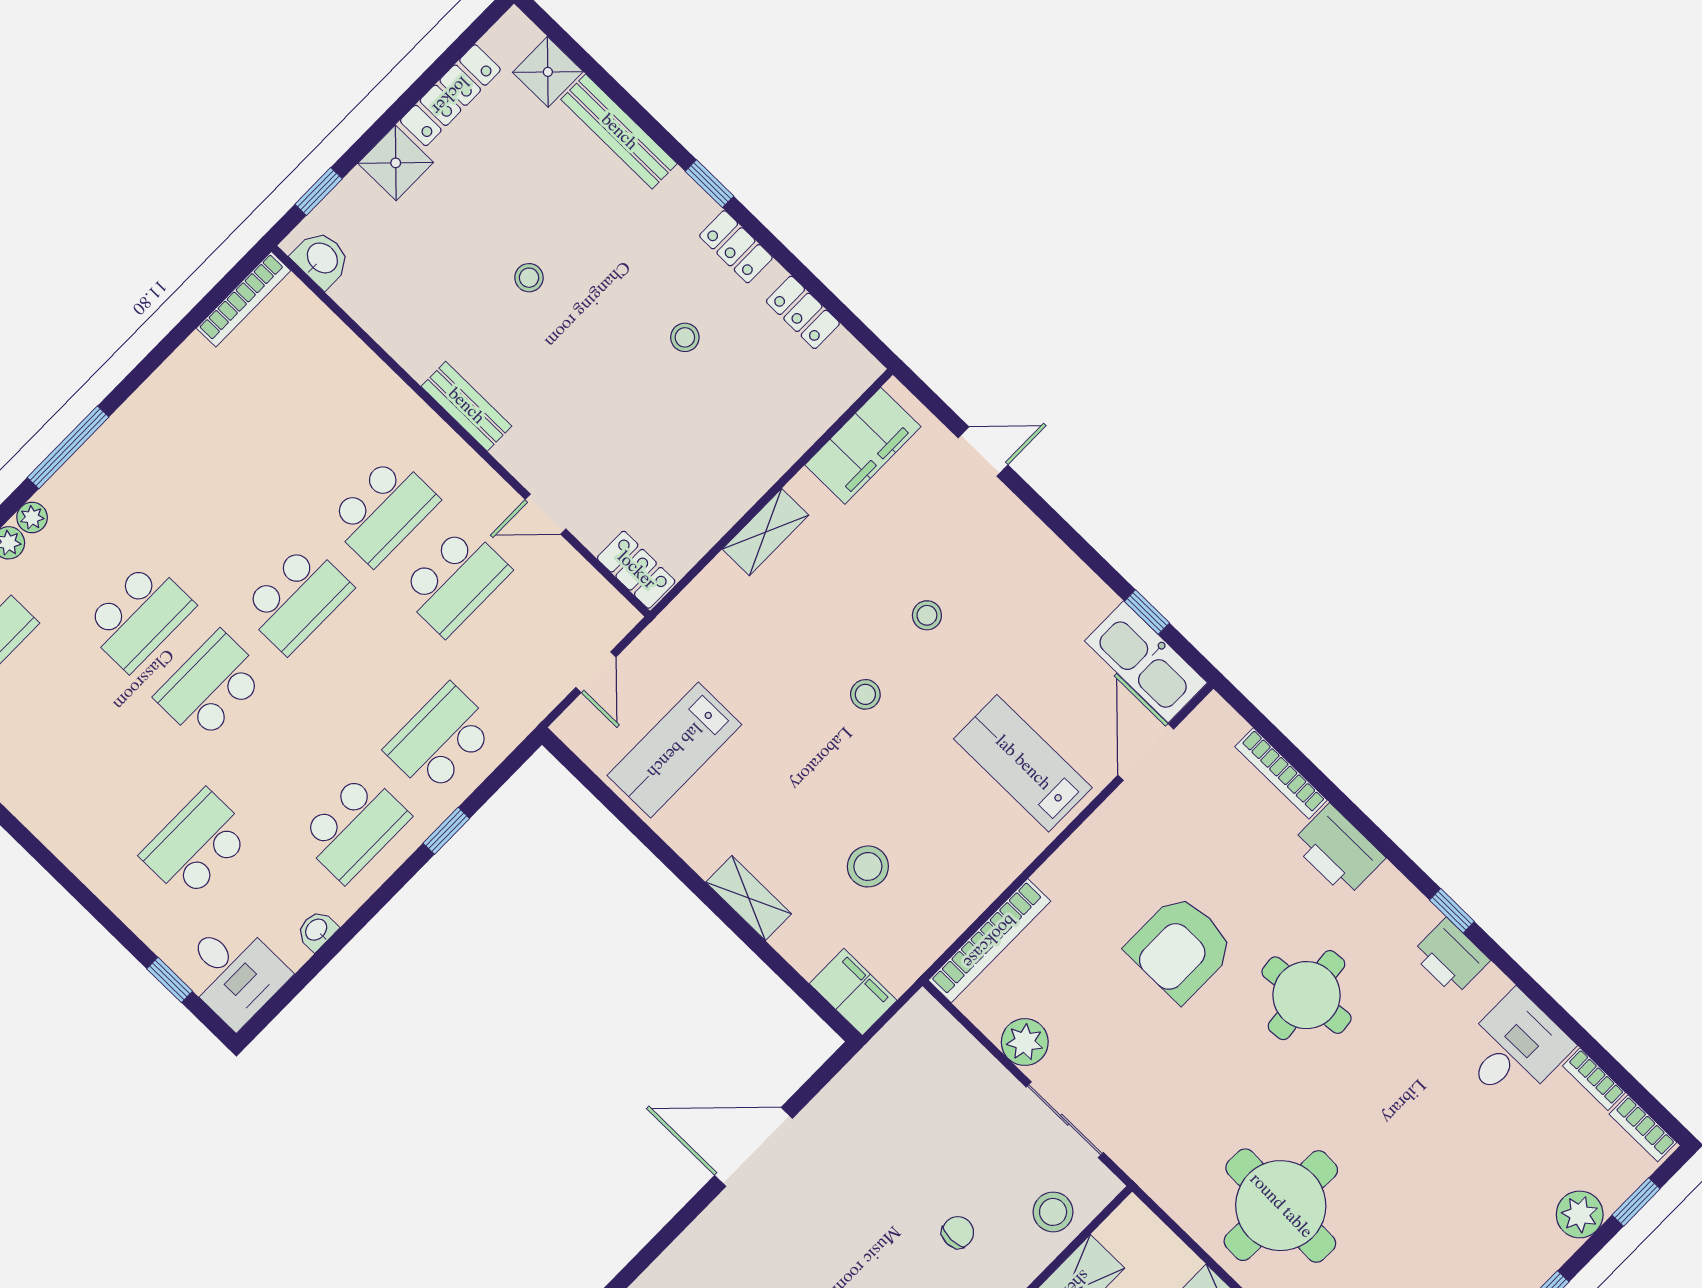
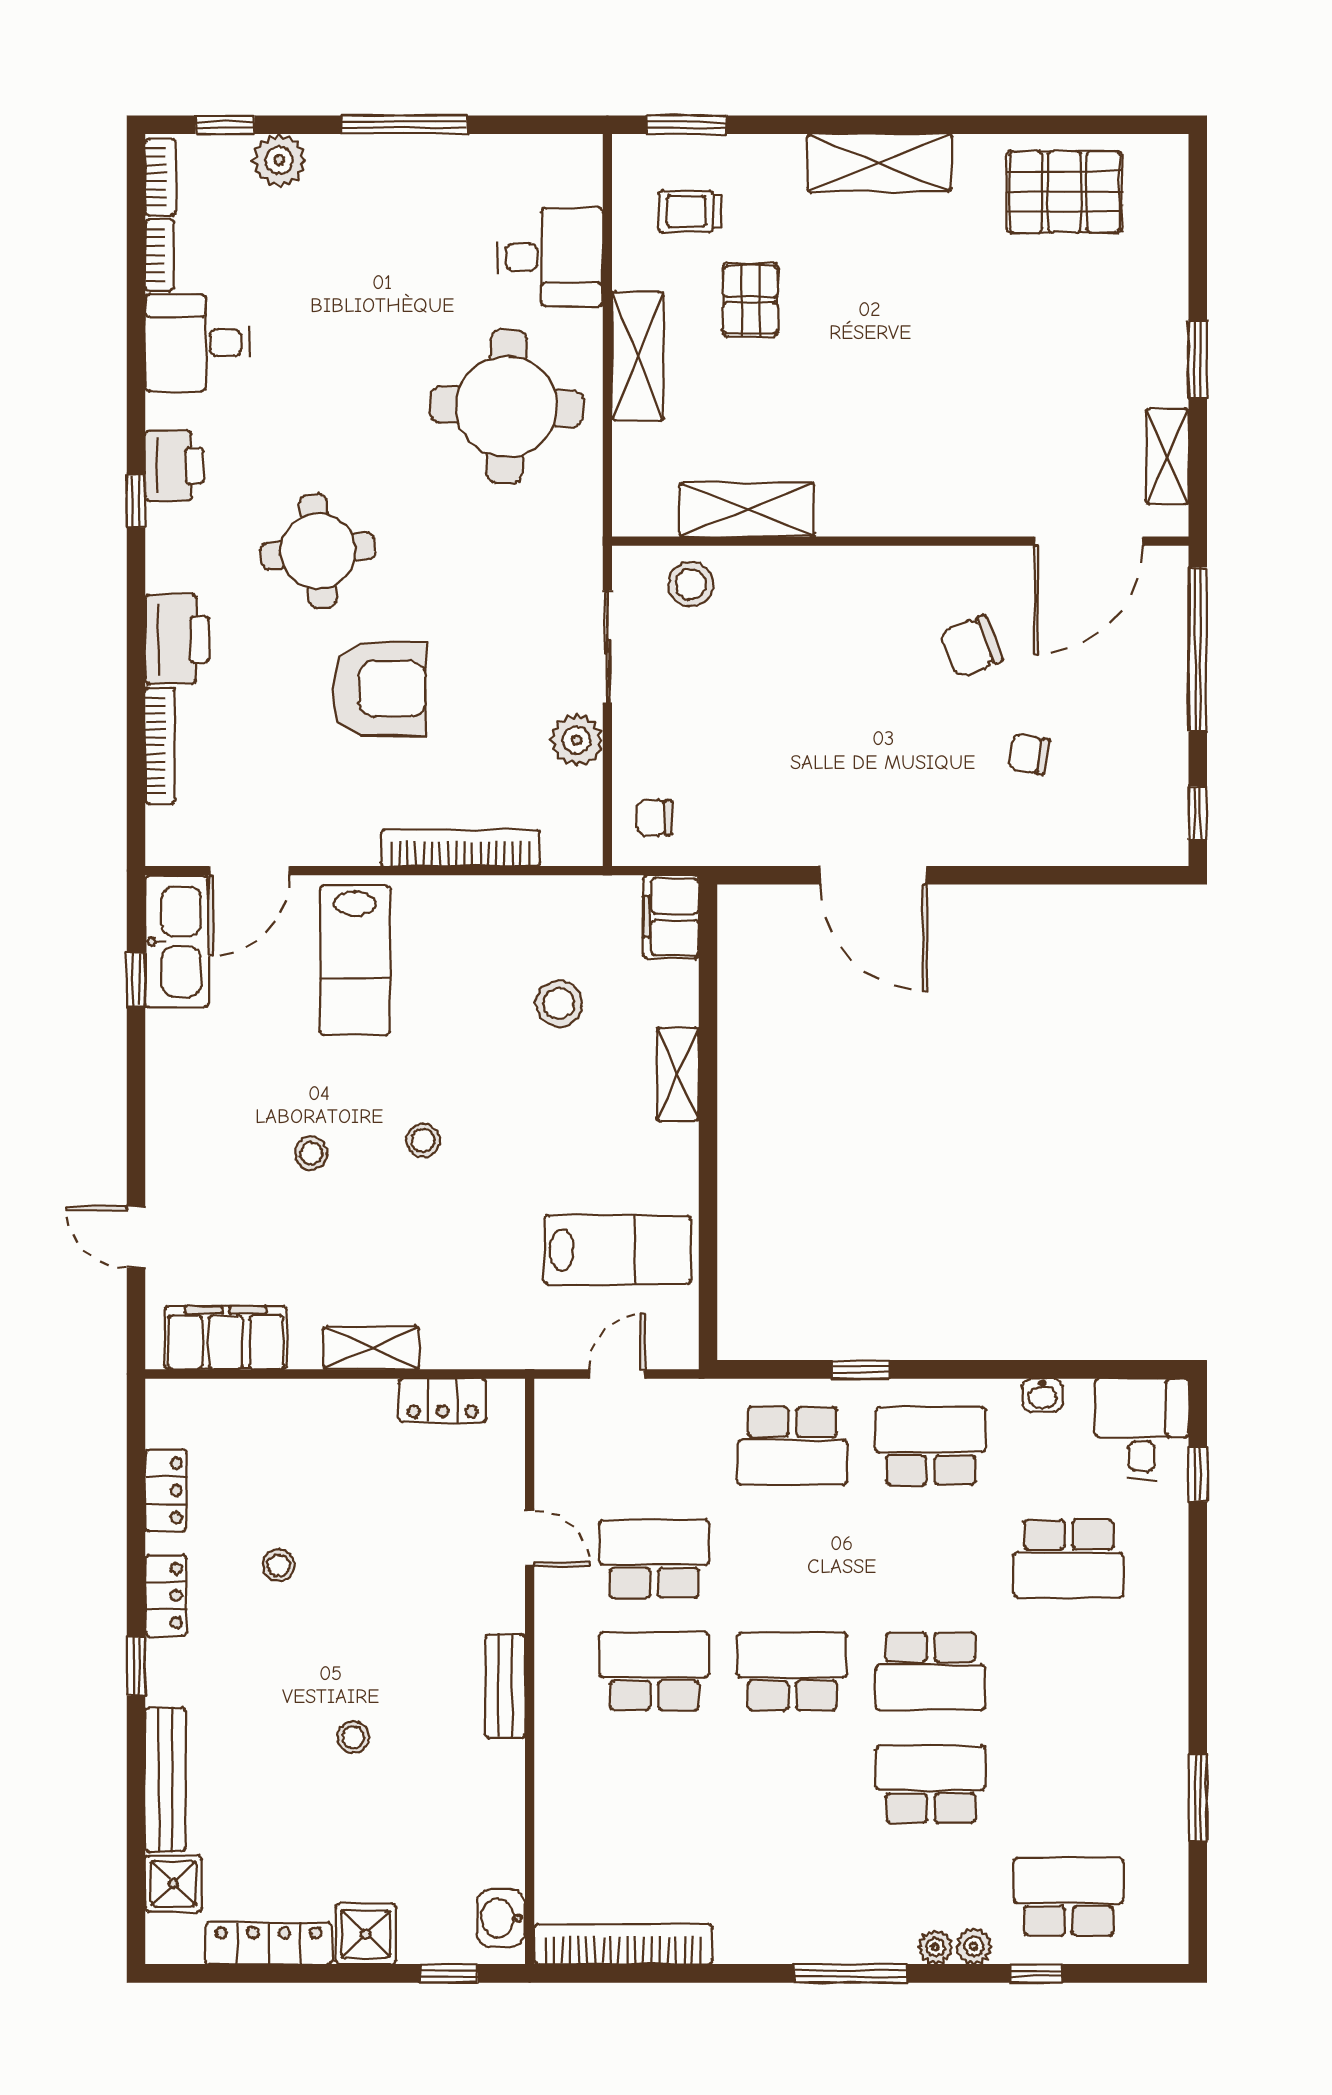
bookcase: (244, 299) -> (623, 1944), width x1.48, depth x1.31
locker: (636, 570) -> (442, 1401), moved, turned -90
bookcase: (989, 941) -> (460, 848), moved
chair: (958, 1232) -> (655, 818), moved

